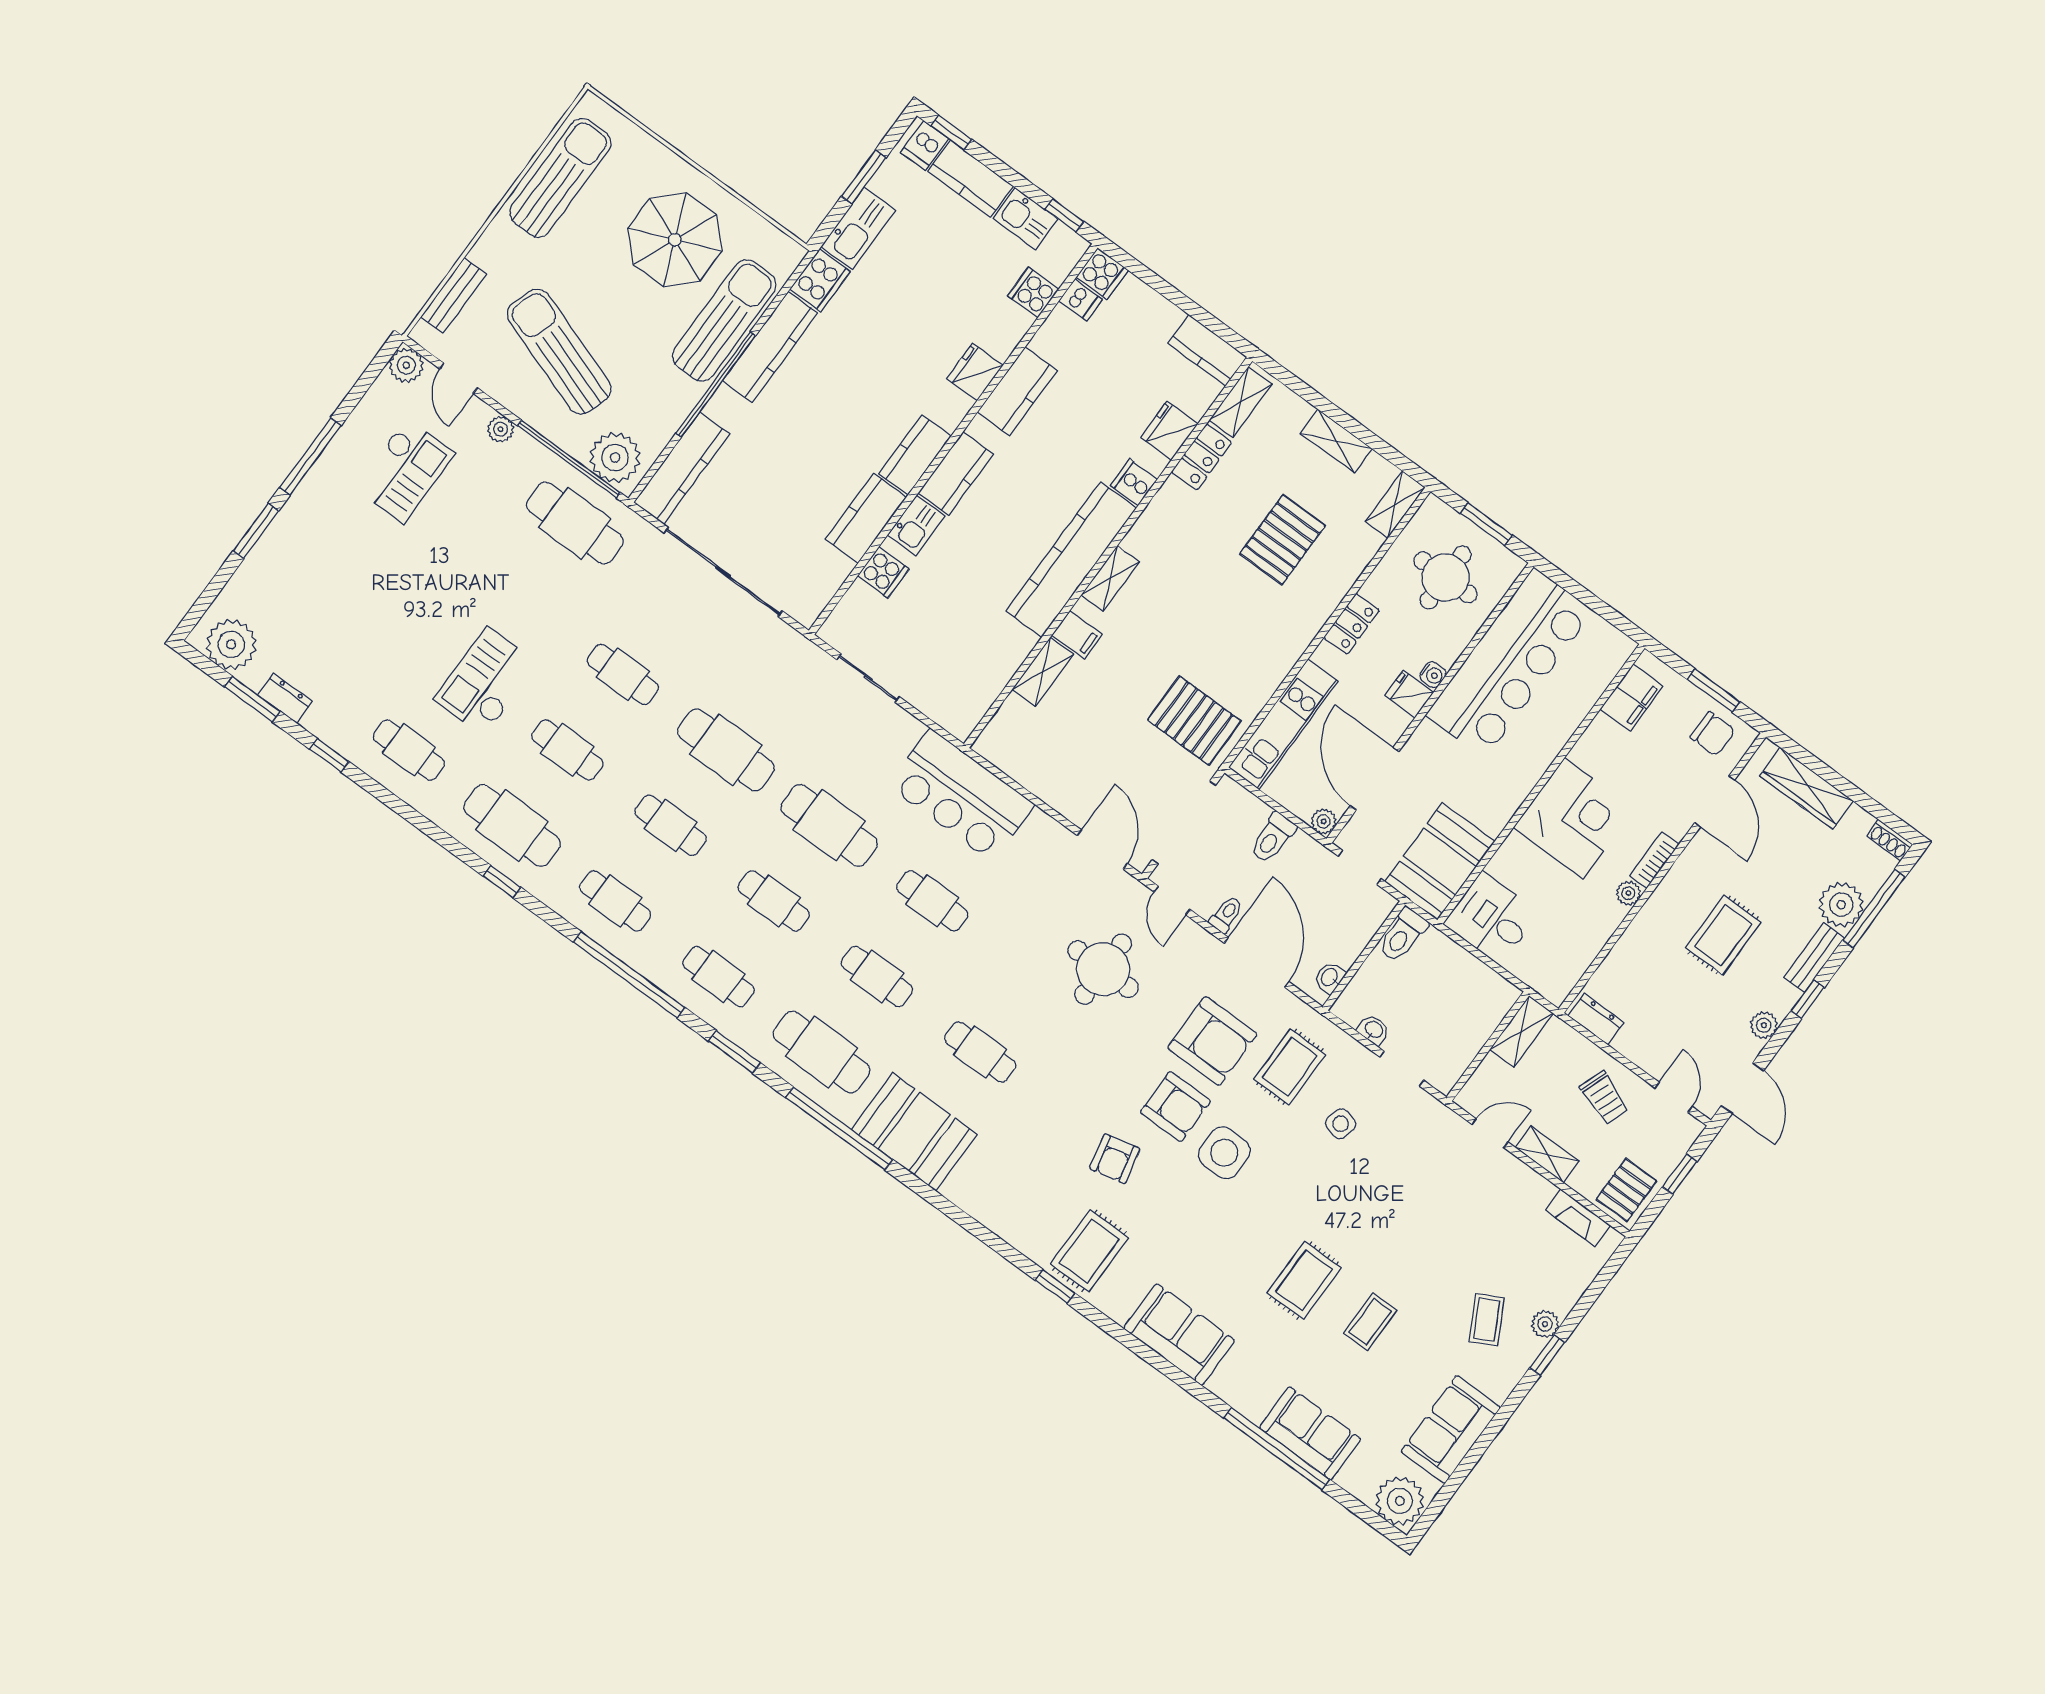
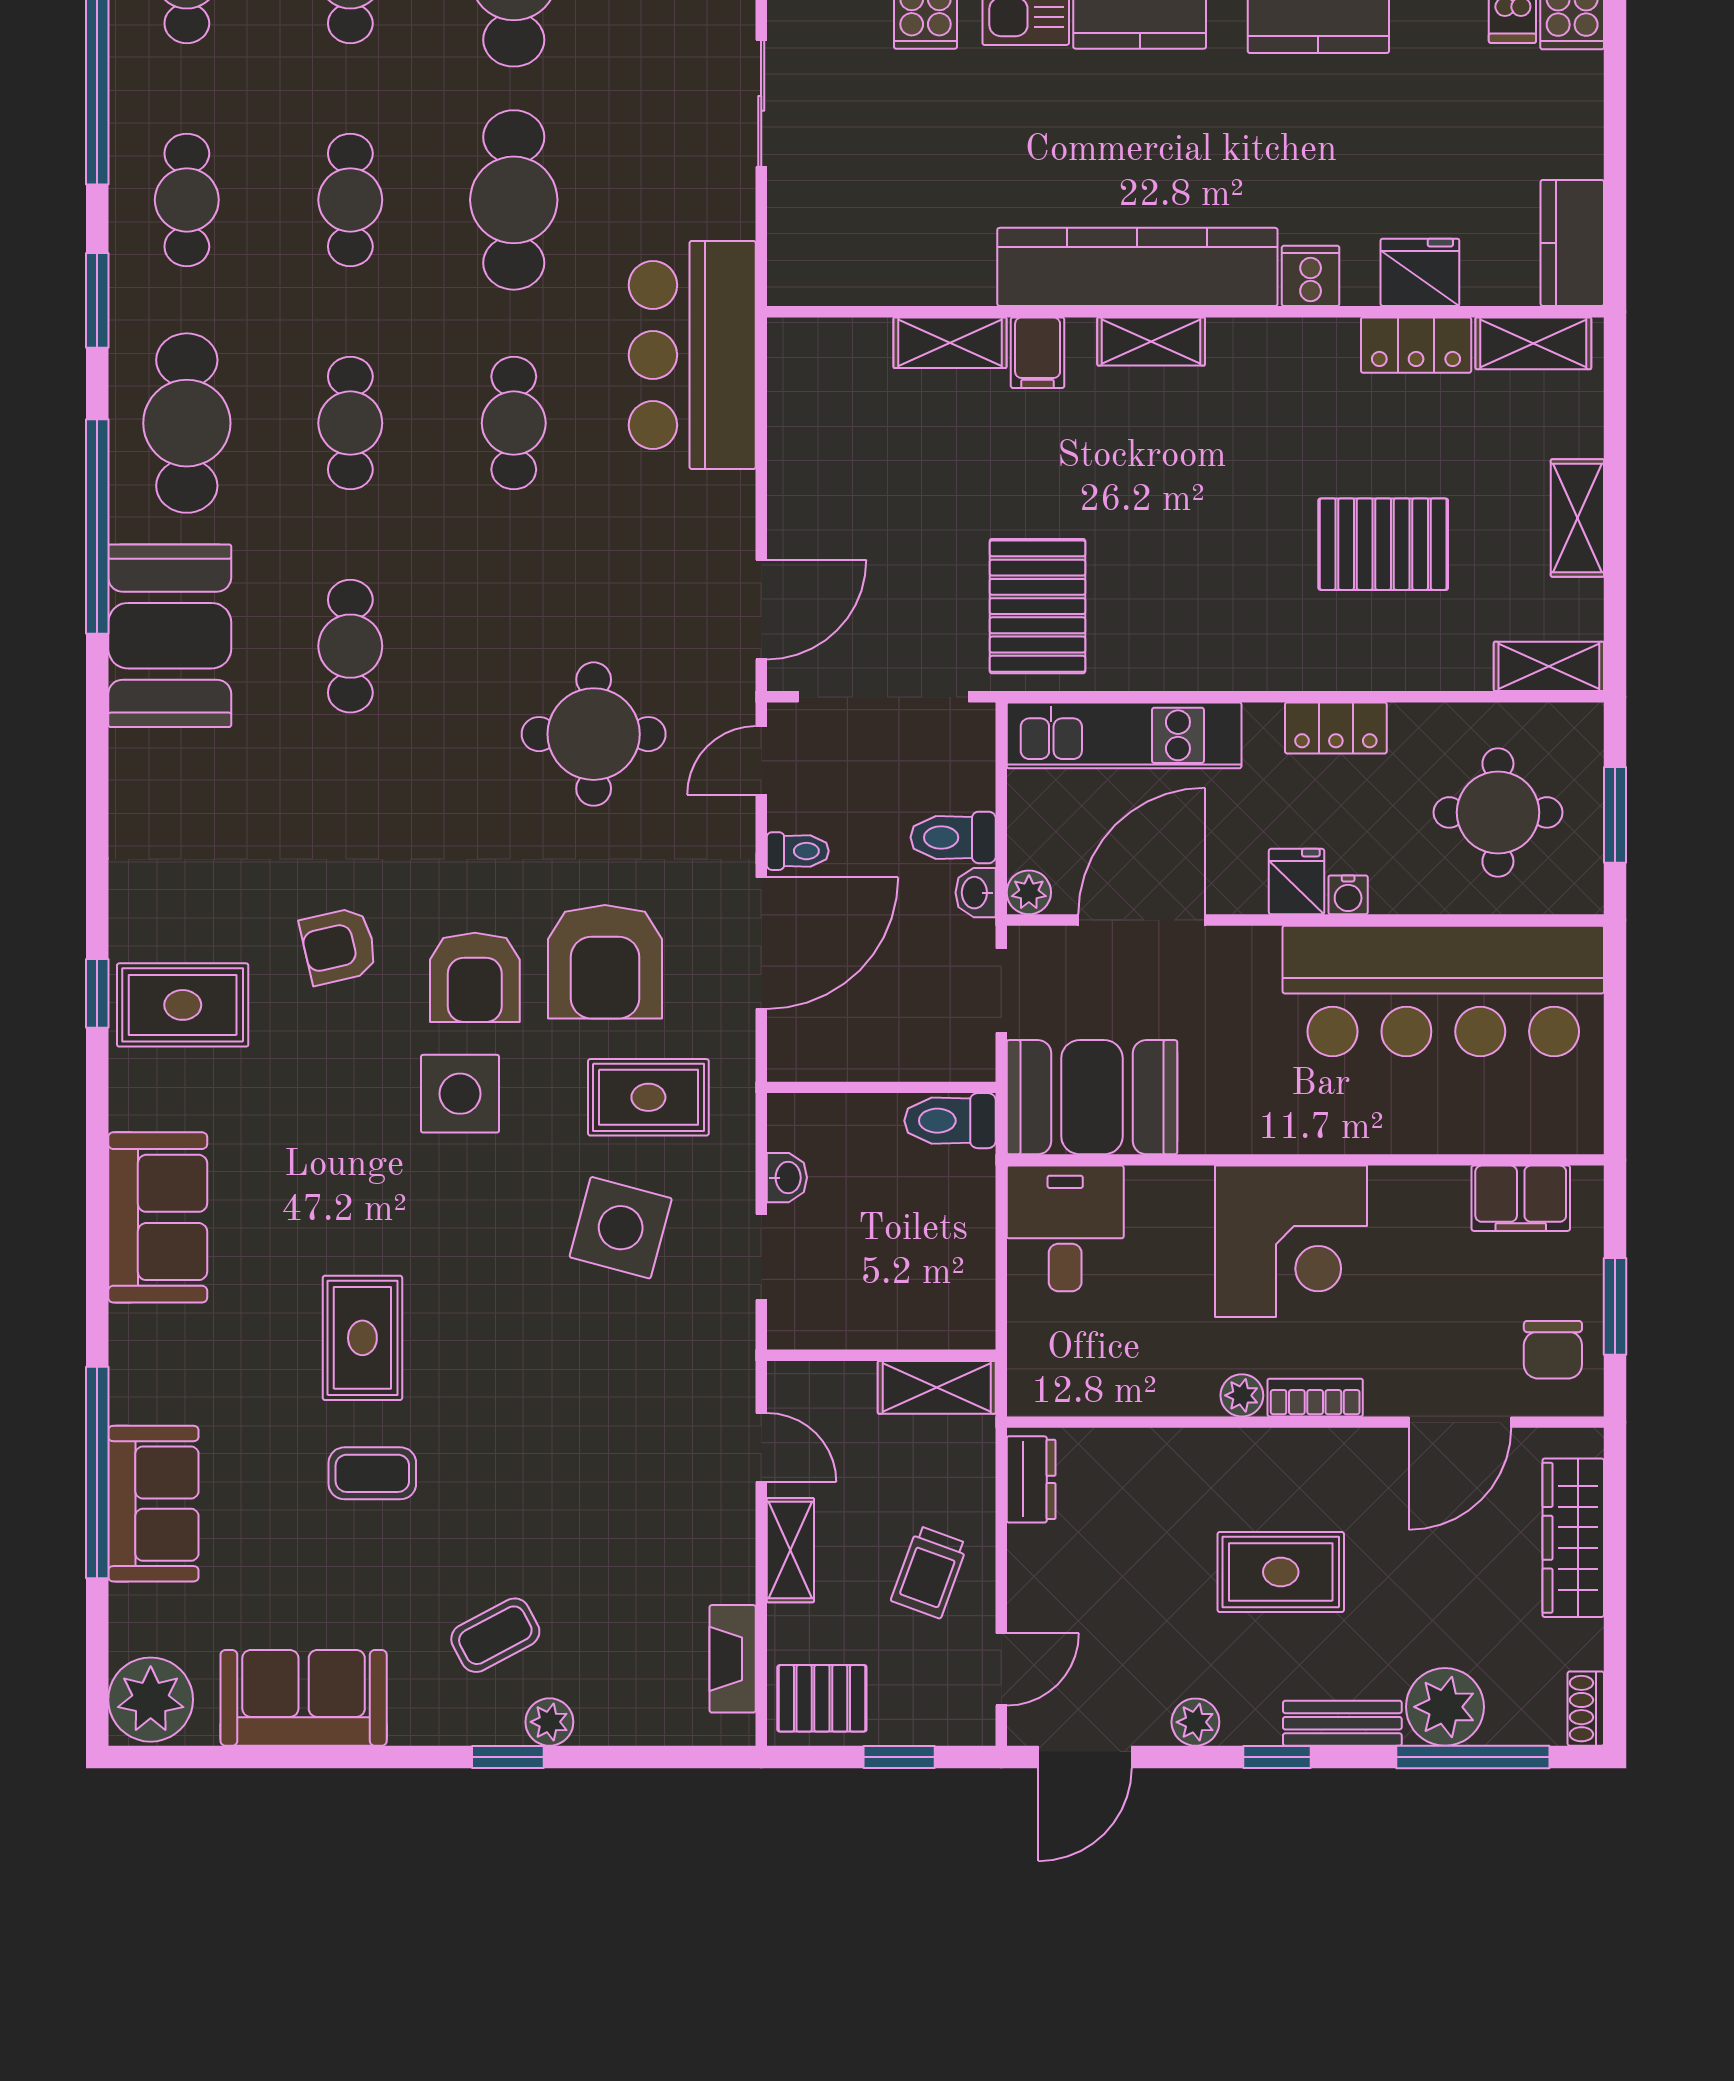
washbasin: (1330, 978) -> (976, 893), moved, turned -90
side table: (1341, 1124) -> (621, 1228), width x1.87, depth x1.87
rug: (1304, 1280) -> (362, 1338), turned 90

